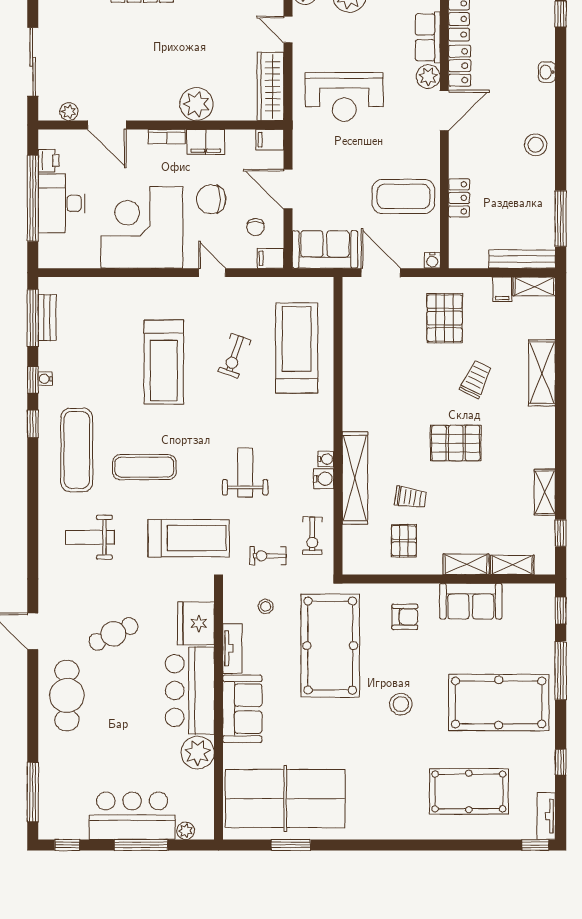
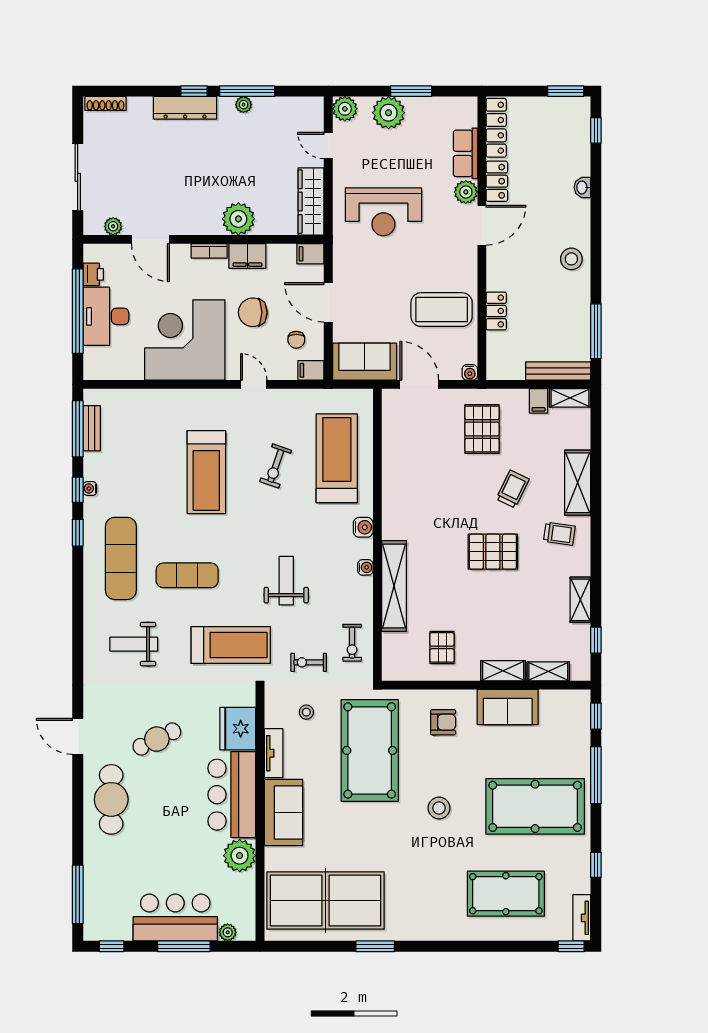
water cooler: (324, 479) -> (363, 527), moved
trolley: (411, 497) -> (559, 534), moved
window: (291, 845) -> (375, 946), moved

